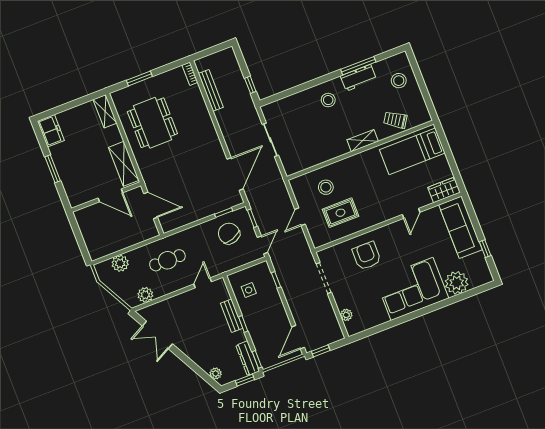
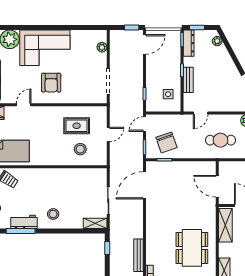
shelving: (363, 141) -> (95, 223), moved
armchair: (367, 256) -> (51, 83), moved

